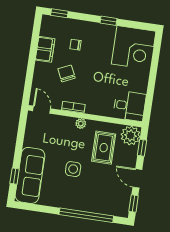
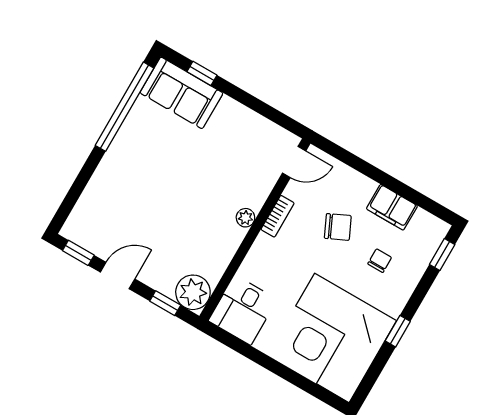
corner desk: (134, 48) -> (332, 338), width x1.36, depth x1.36
rug: (104, 148) -> (191, 240), removed
side table: (73, 169) -> (175, 175), removed
sofa: (30, 175) -> (181, 93), width x0.73
window: (86, 215) -> (125, 107), moved

